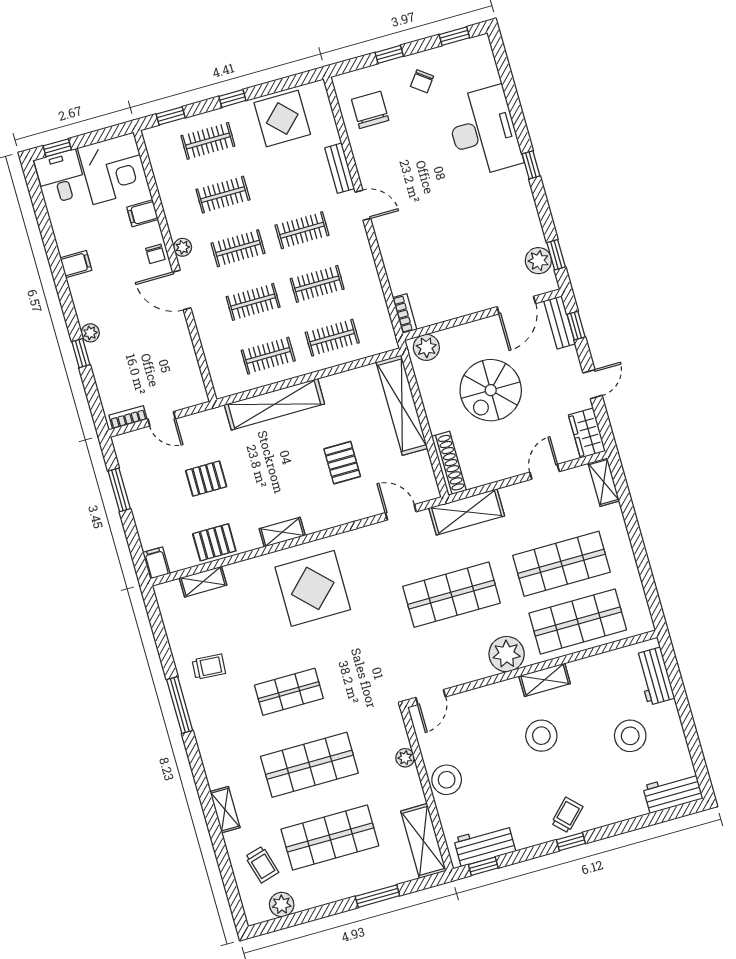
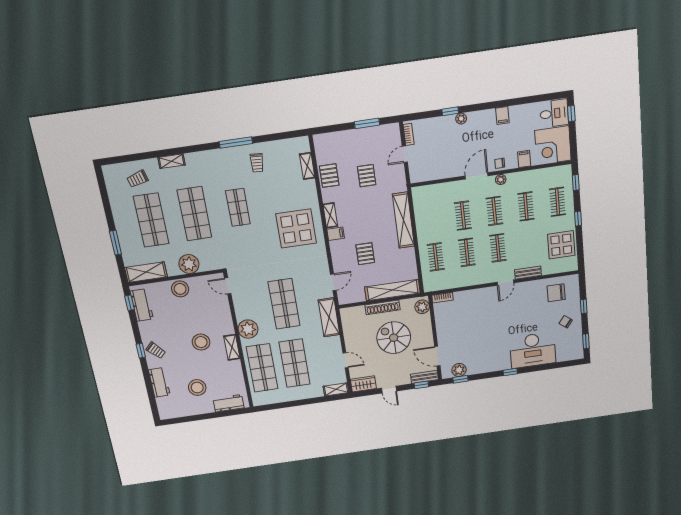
chair: (370, 110) -> (556, 293), turned 180
clothes rail: (268, 356) -> (431, 220), removed
pallet: (342, 463) -> (365, 254), turned 90
shoe rack: (449, 463) -> (382, 307), moved
filing cabinet: (156, 563) -> (336, 234), moved
plant: (405, 758) -> (189, 264), width x1.88, depth x1.88
workbench: (673, 792) -> (159, 382), moved
plant: (282, 905) -> (113, 187), removed

